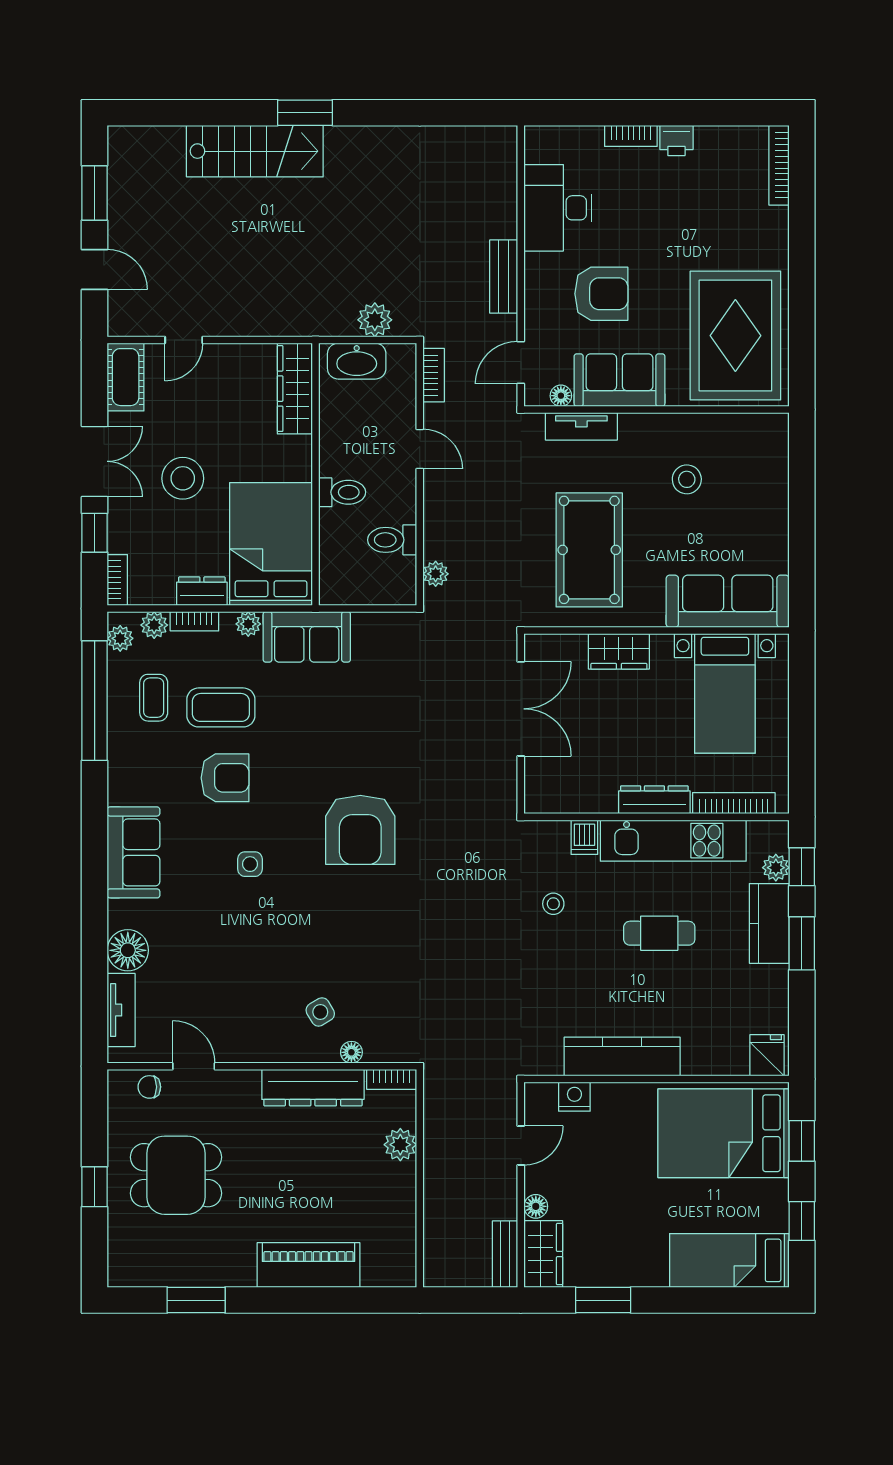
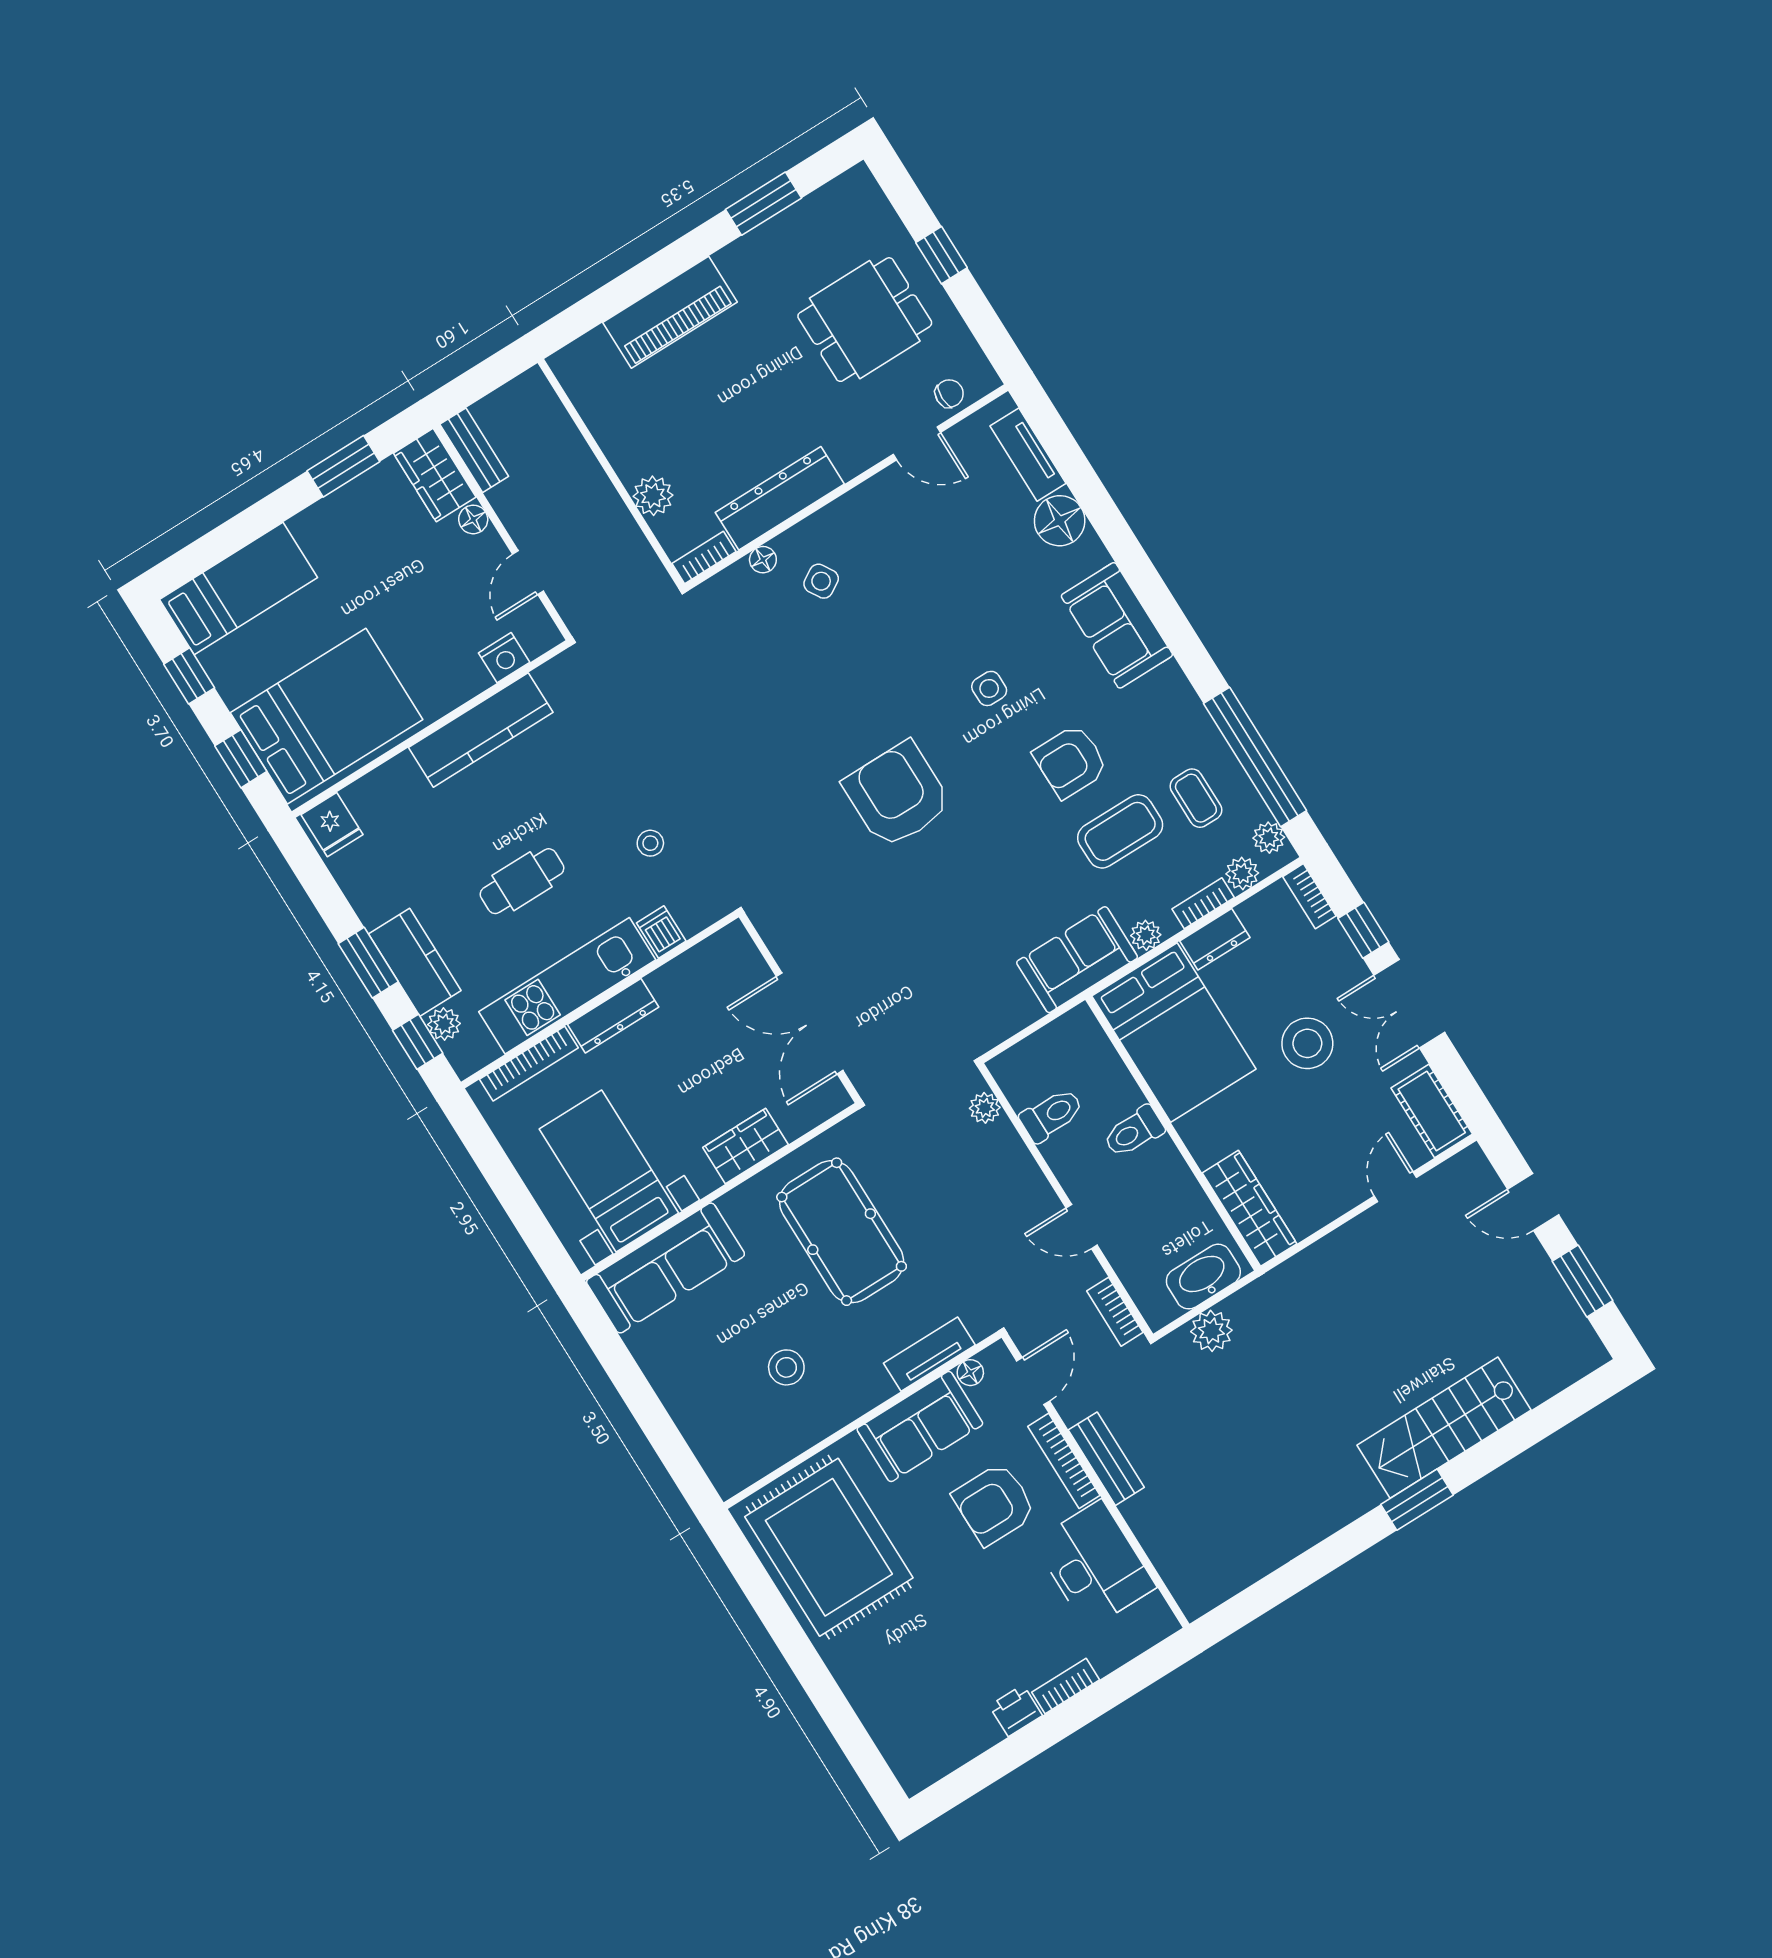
bookcase: (779, 165) -> (1064, 1461), moved, turned 180

